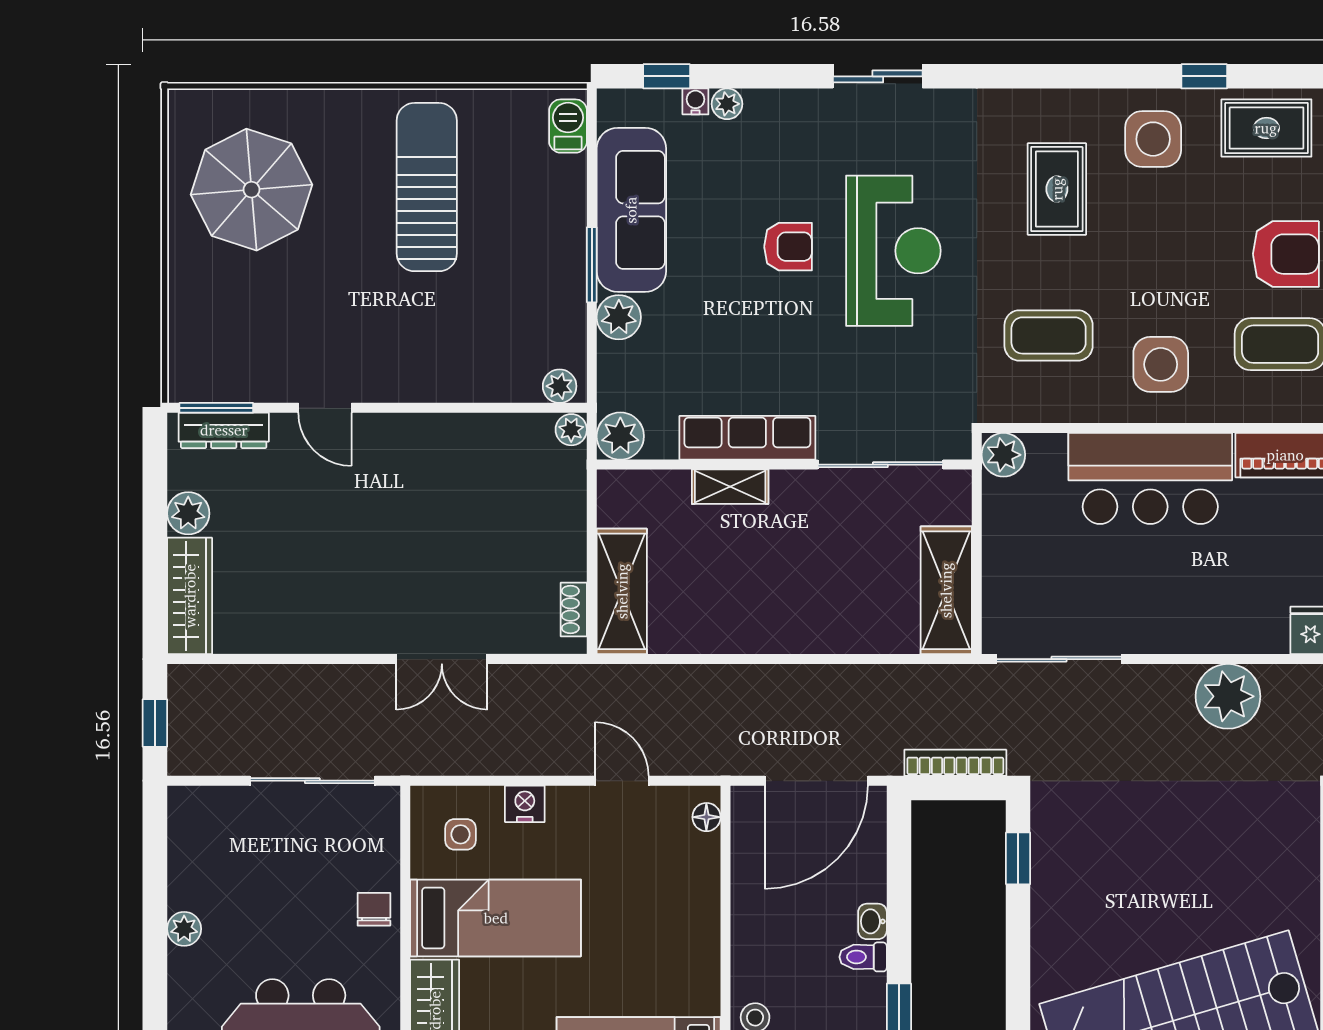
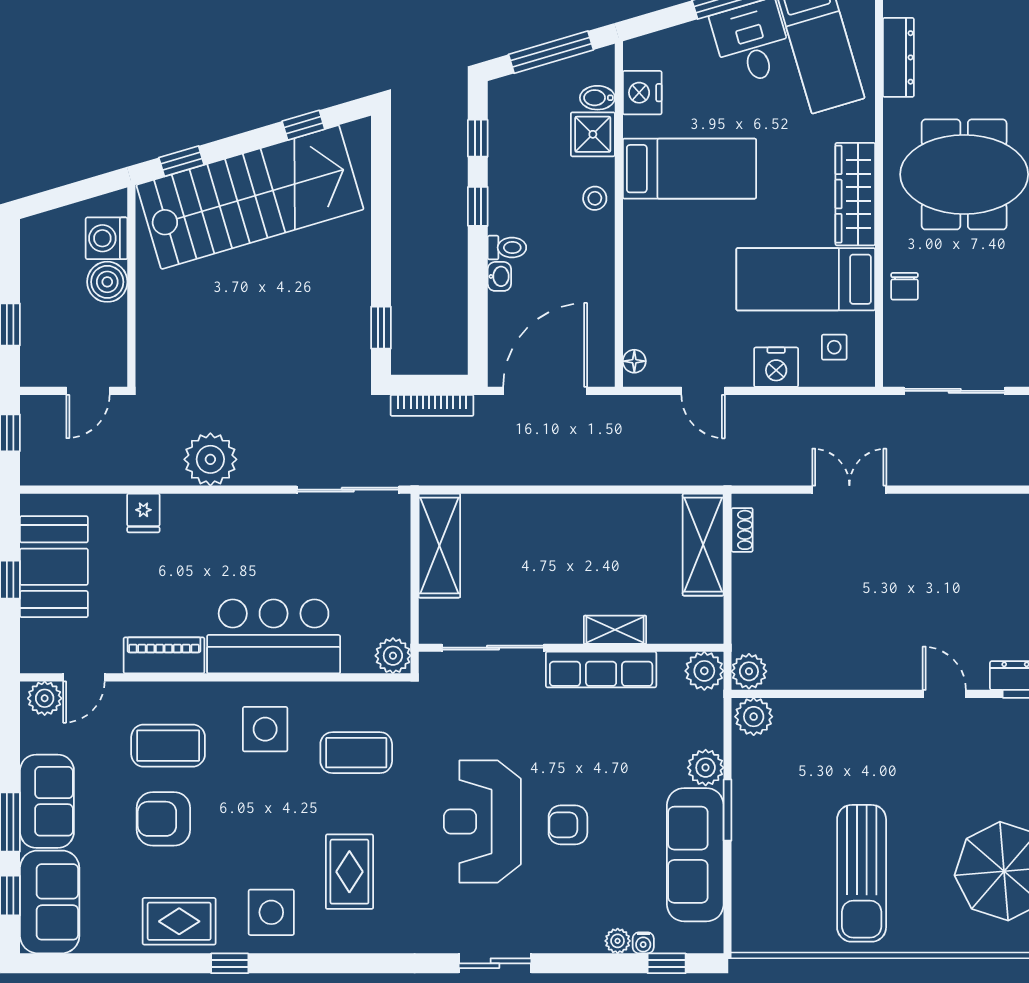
barbecue: (568, 126) -> (747, 923), removed
plant: (560, 386) -> (754, 717), width x1.38, depth x1.38
plant: (571, 430) -> (749, 671), width x1.38, depth x1.38
nightstand: (525, 804) -> (776, 367), width x1.36, depth x1.33

